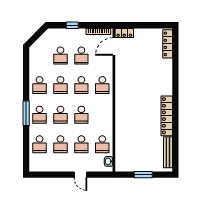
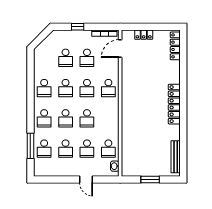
locker: (124, 33) -> (144, 35), moved
window: (26, 113) -> (30, 146), moved
locker: (167, 116) -> (174, 104), moved

